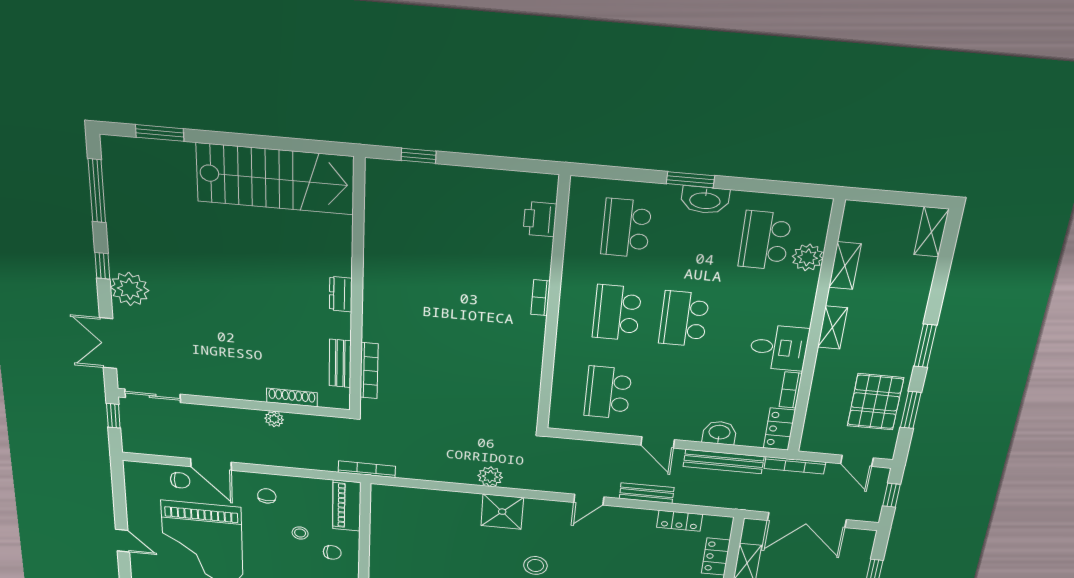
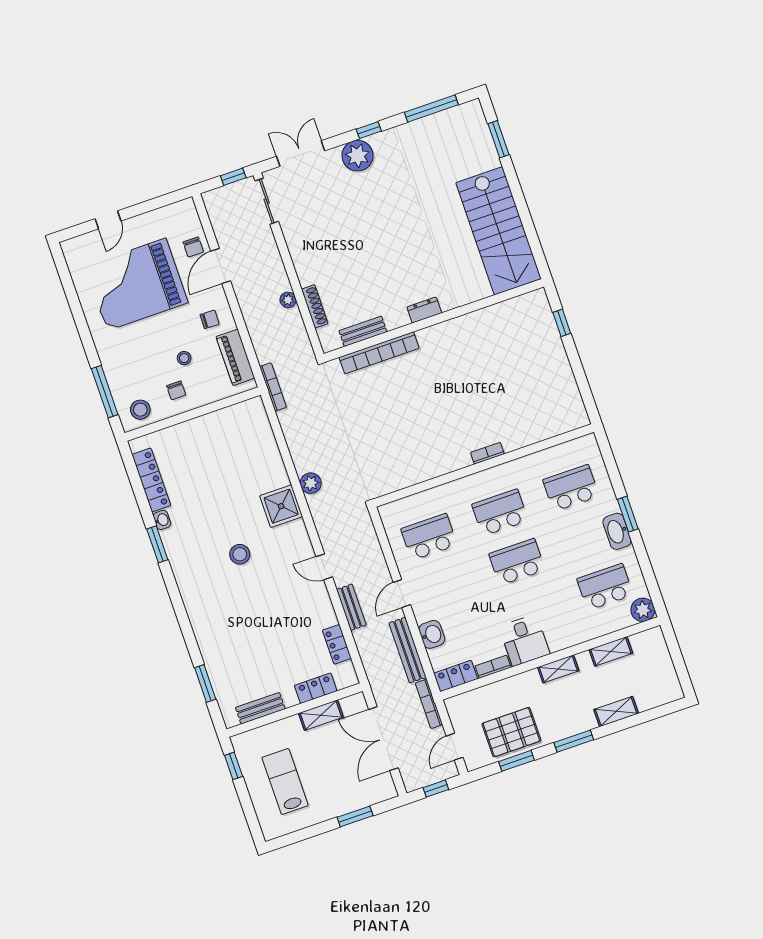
printer: (540, 219) -> (551, 426), removed
shelving: (931, 232) -> (616, 711), moved
plant: (808, 257) -> (643, 610), moved
bookcase: (369, 371) -> (379, 353), width x1.48, depth x1.31
piano: (347, 506) -> (235, 357), moved, turned -90

